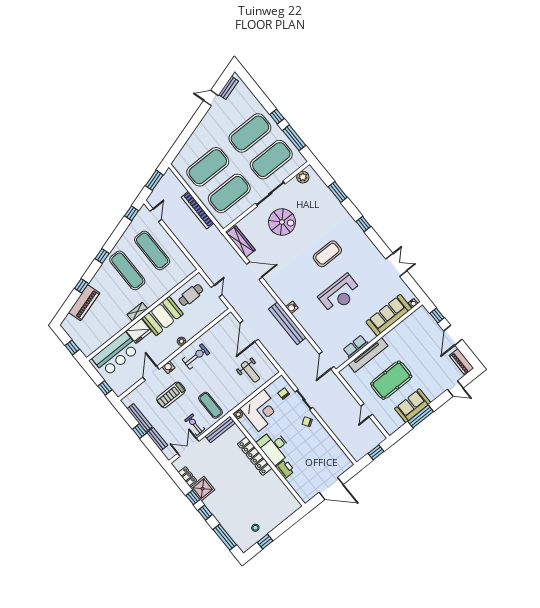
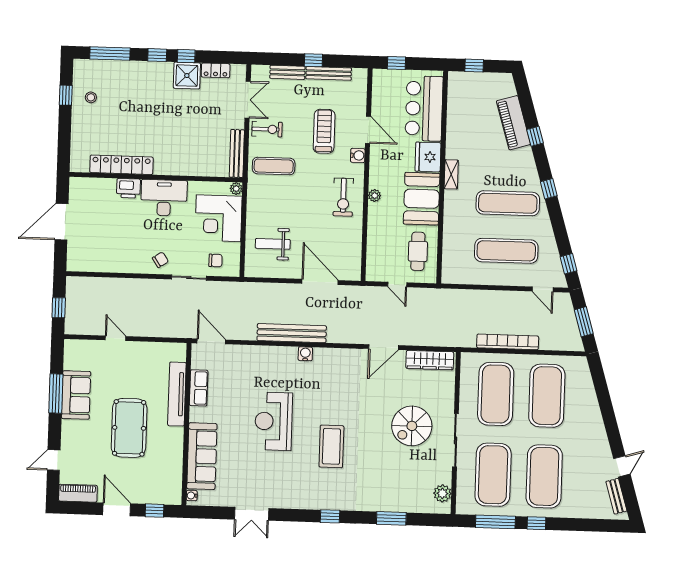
pool table: (391, 380) -> (129, 428), moved
locker: (255, 456) -> (121, 165), moved

